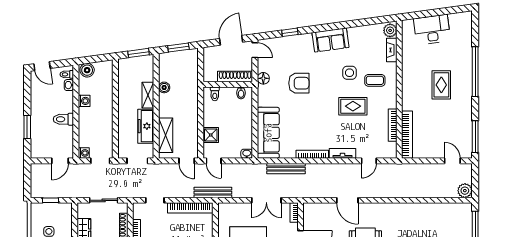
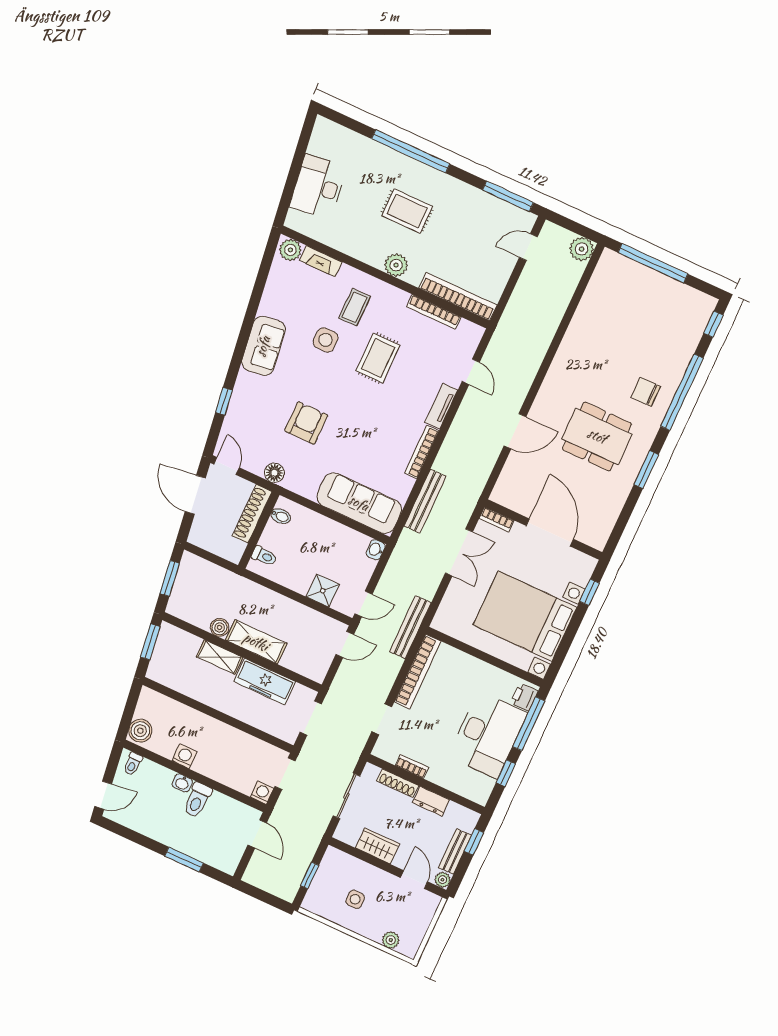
door: (255, 50) -> (226, 466), hinge flipped
washbasin: (69, 85) -> (182, 783), moved
plant: (409, 92) -> (396, 265), added
shelving: (166, 135) -> (256, 642), moved

